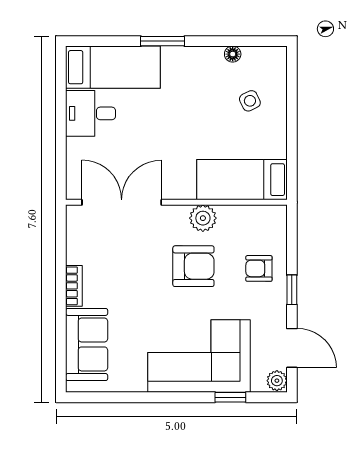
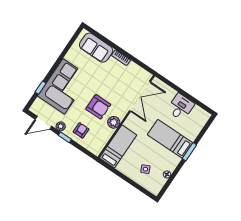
bed: (113, 67) -> (170, 139), moved, turned 90
armchair: (193, 266) -> (98, 107), turned -90
plant: (277, 381) -> (61, 126), moved

